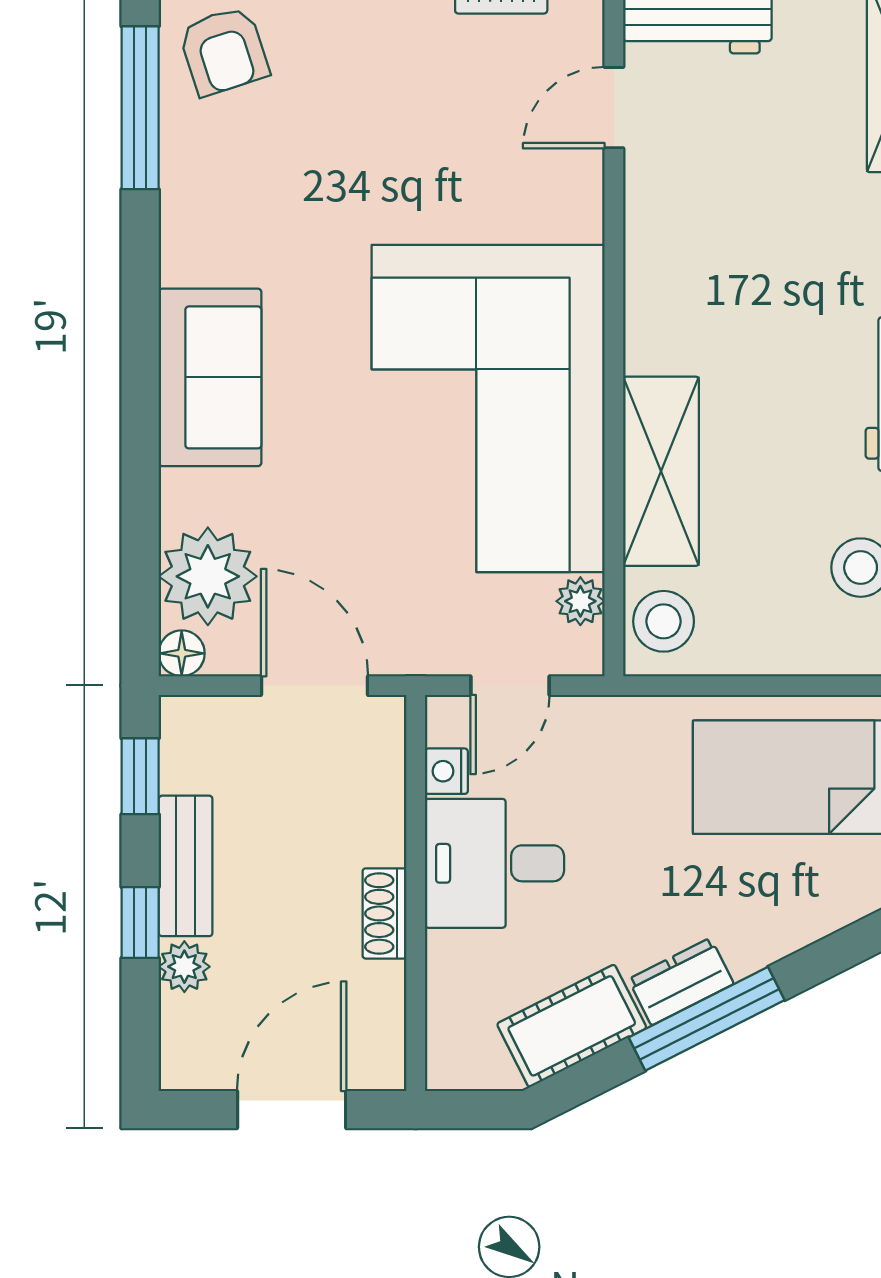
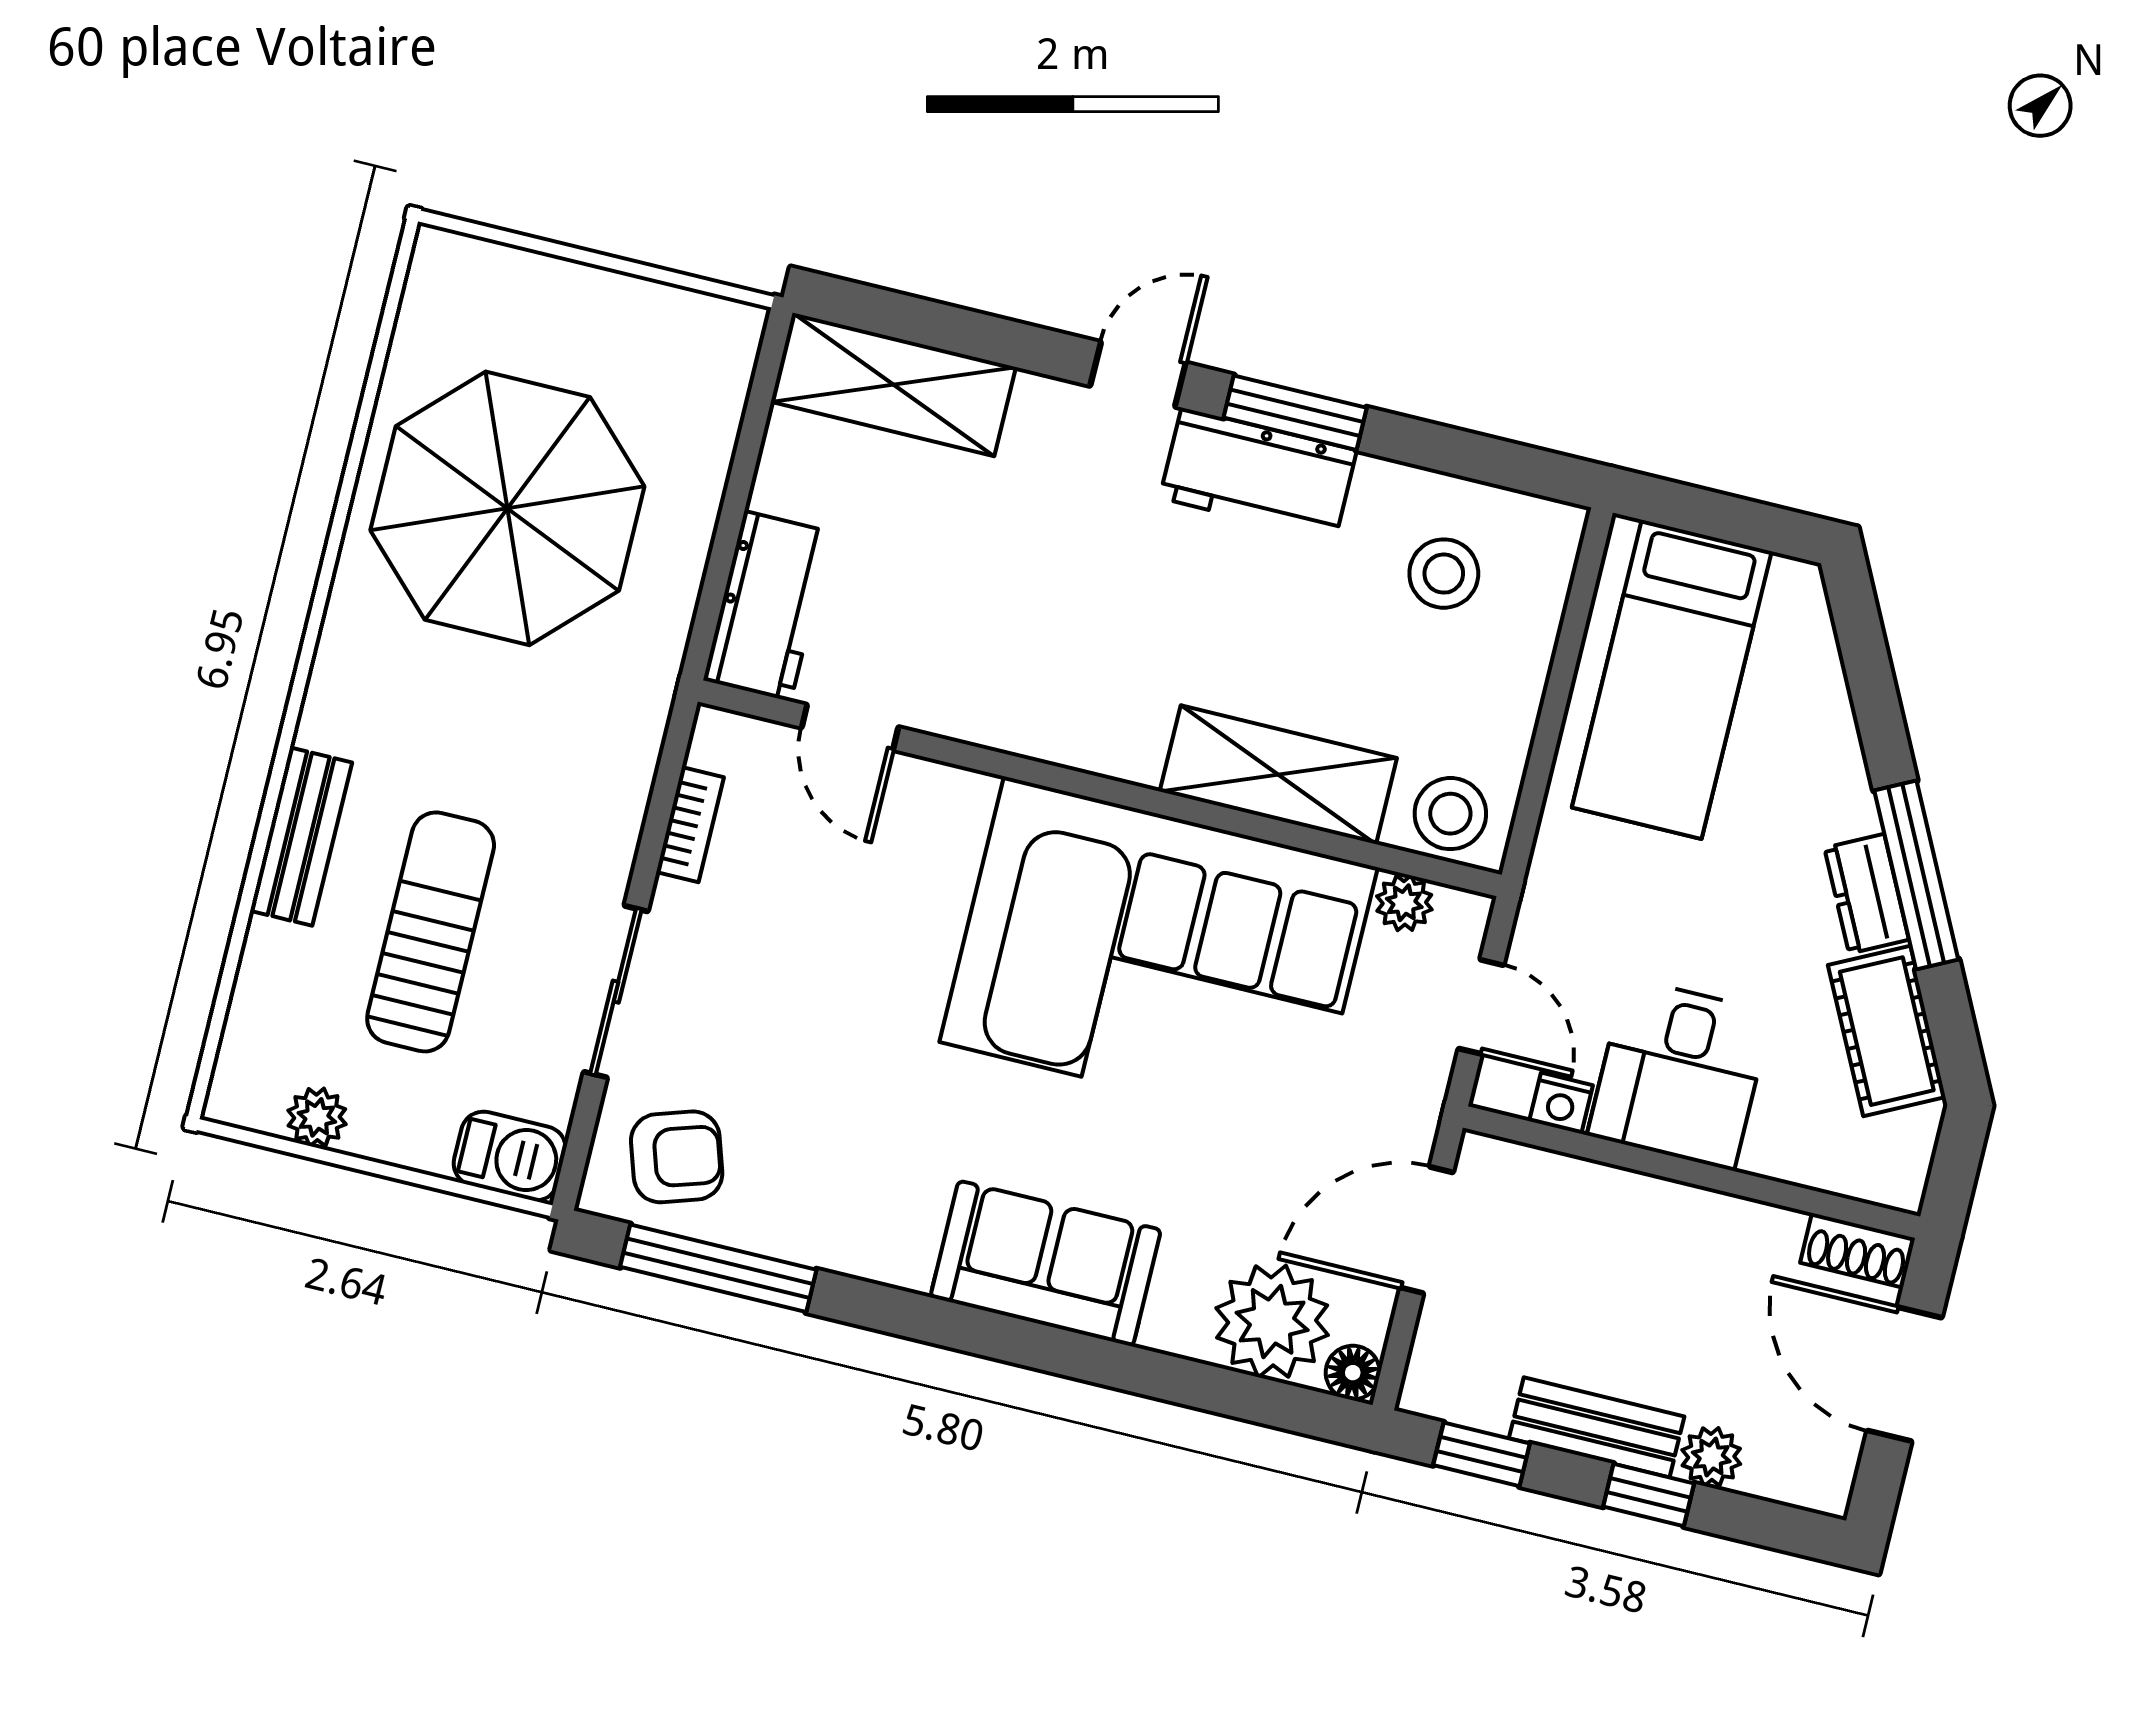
shoe rack: (384, 913) -> (1858, 1250), moved

